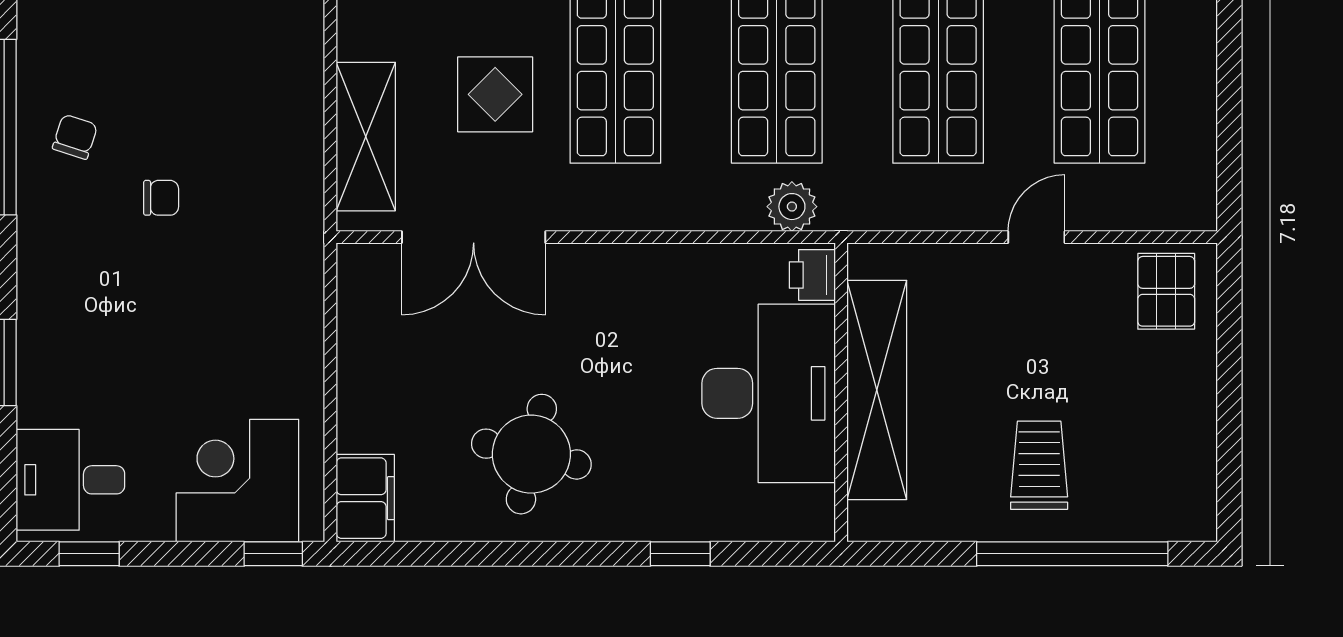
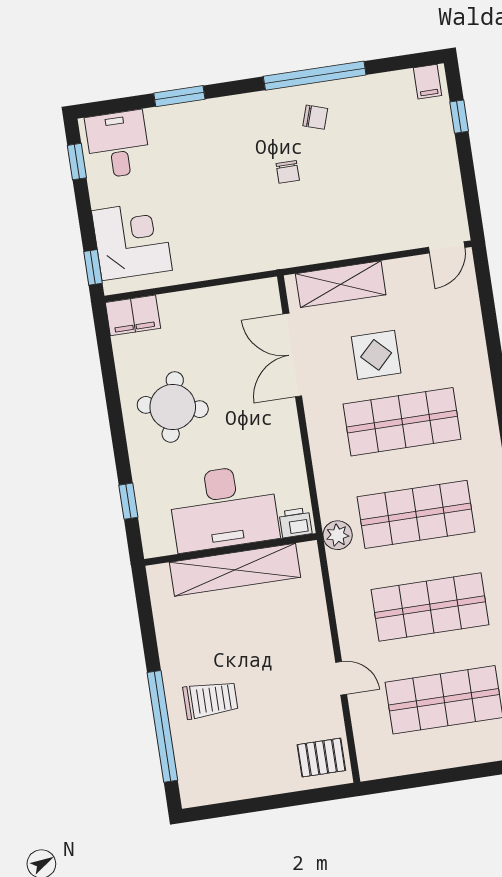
printer: (812, 275) -> (295, 523), moved
shelving: (877, 390) -> (235, 570), moved
wall: (841, 392) -> (230, 549), moved
desk: (769, 393) -> (224, 508), moved

